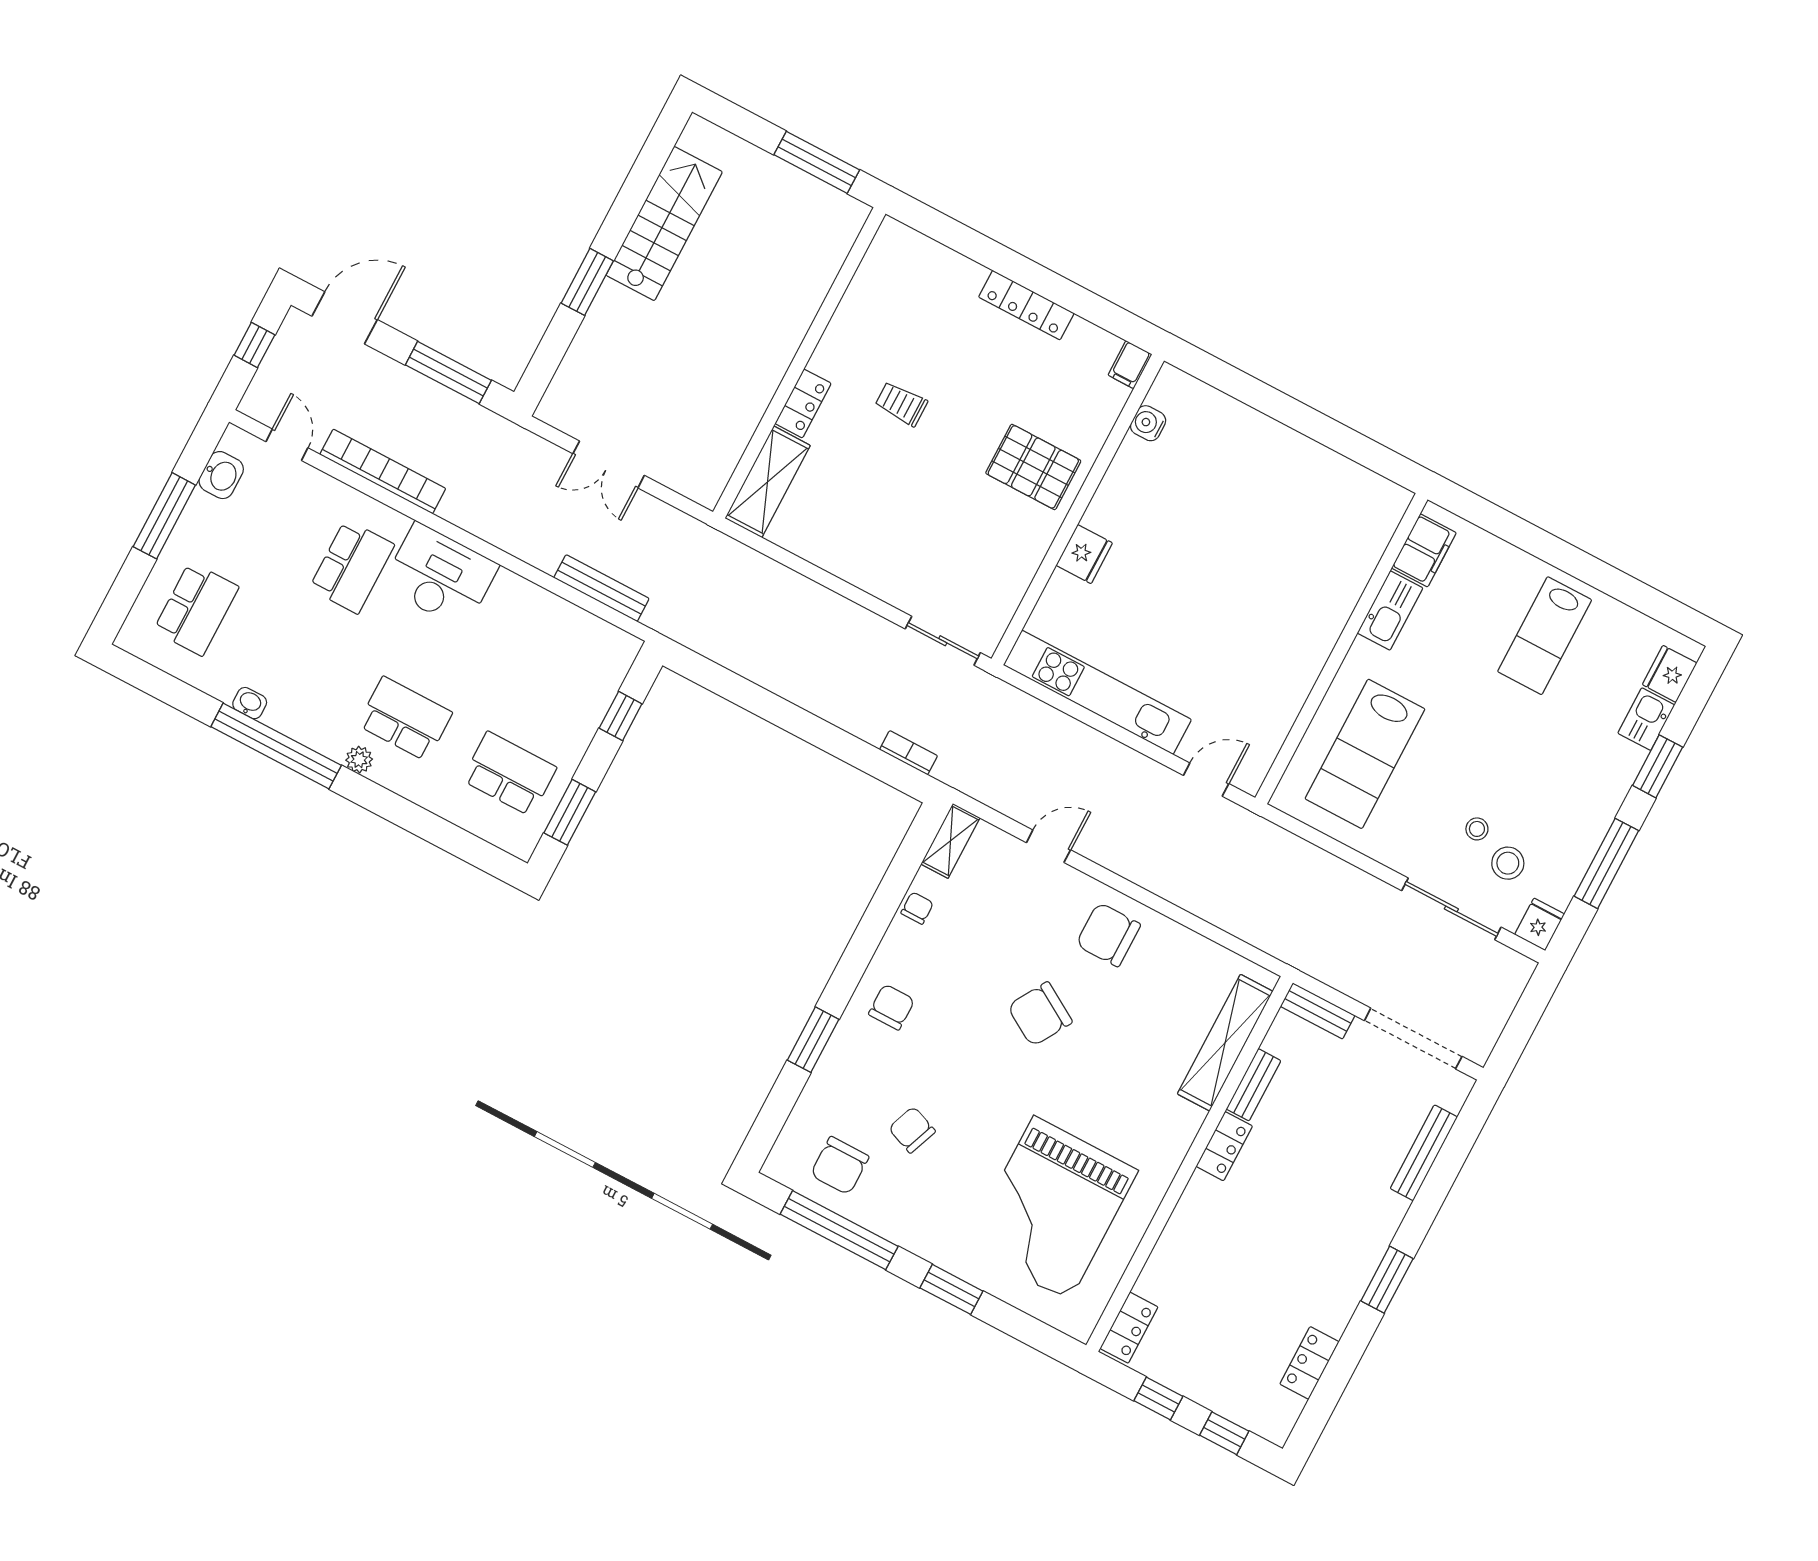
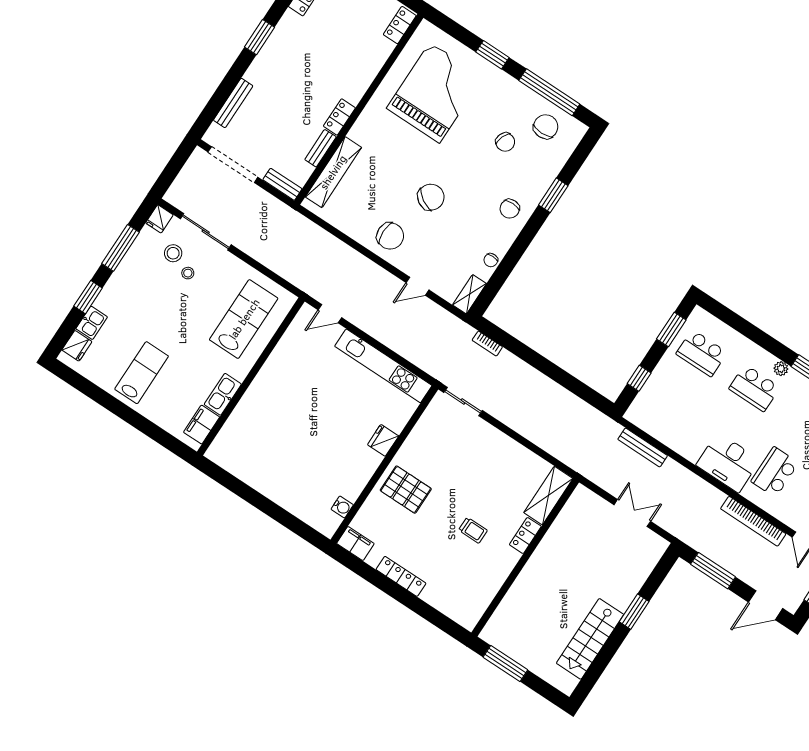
filing cabinet: (1130, 365) -> (355, 543), width x2.00

